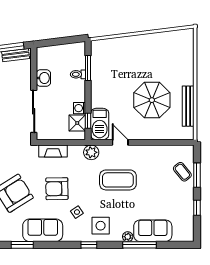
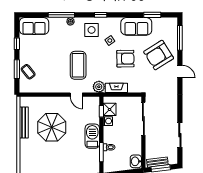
washbasin: (43, 78) -> (136, 161), moved
barbecue: (100, 124) -> (92, 136), moved
fireplace: (53, 151) -> (116, 88), moved
coffee table: (118, 180) -> (78, 65), turned 90
sofa: (153, 231) -> (34, 26), moved

